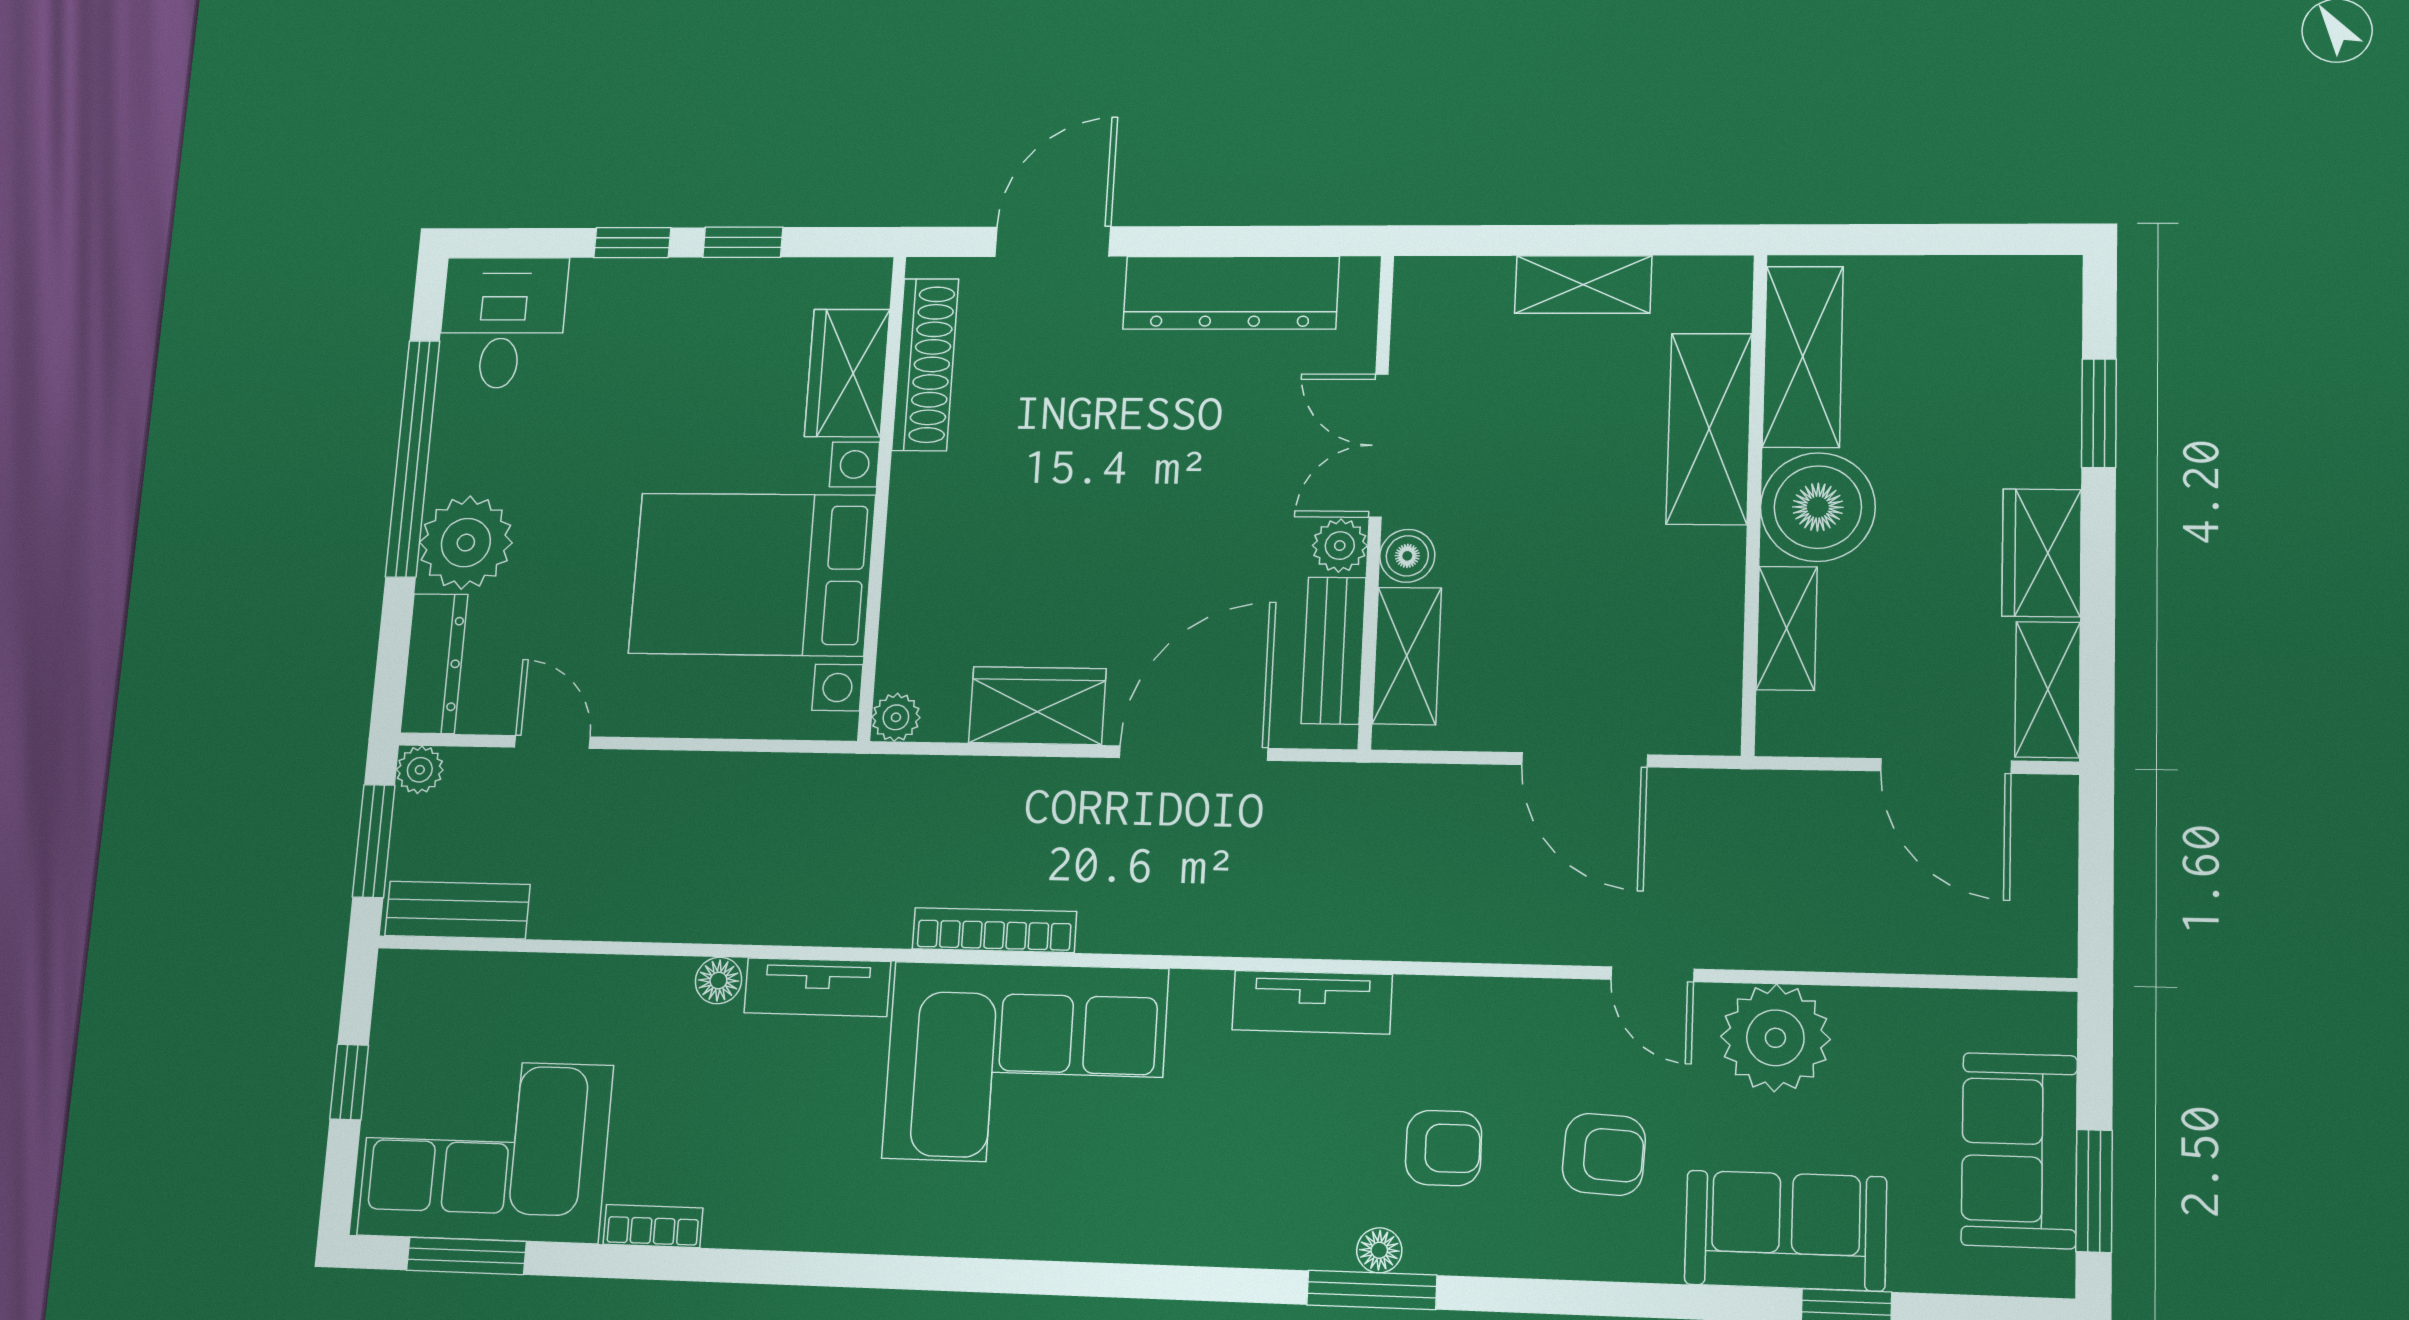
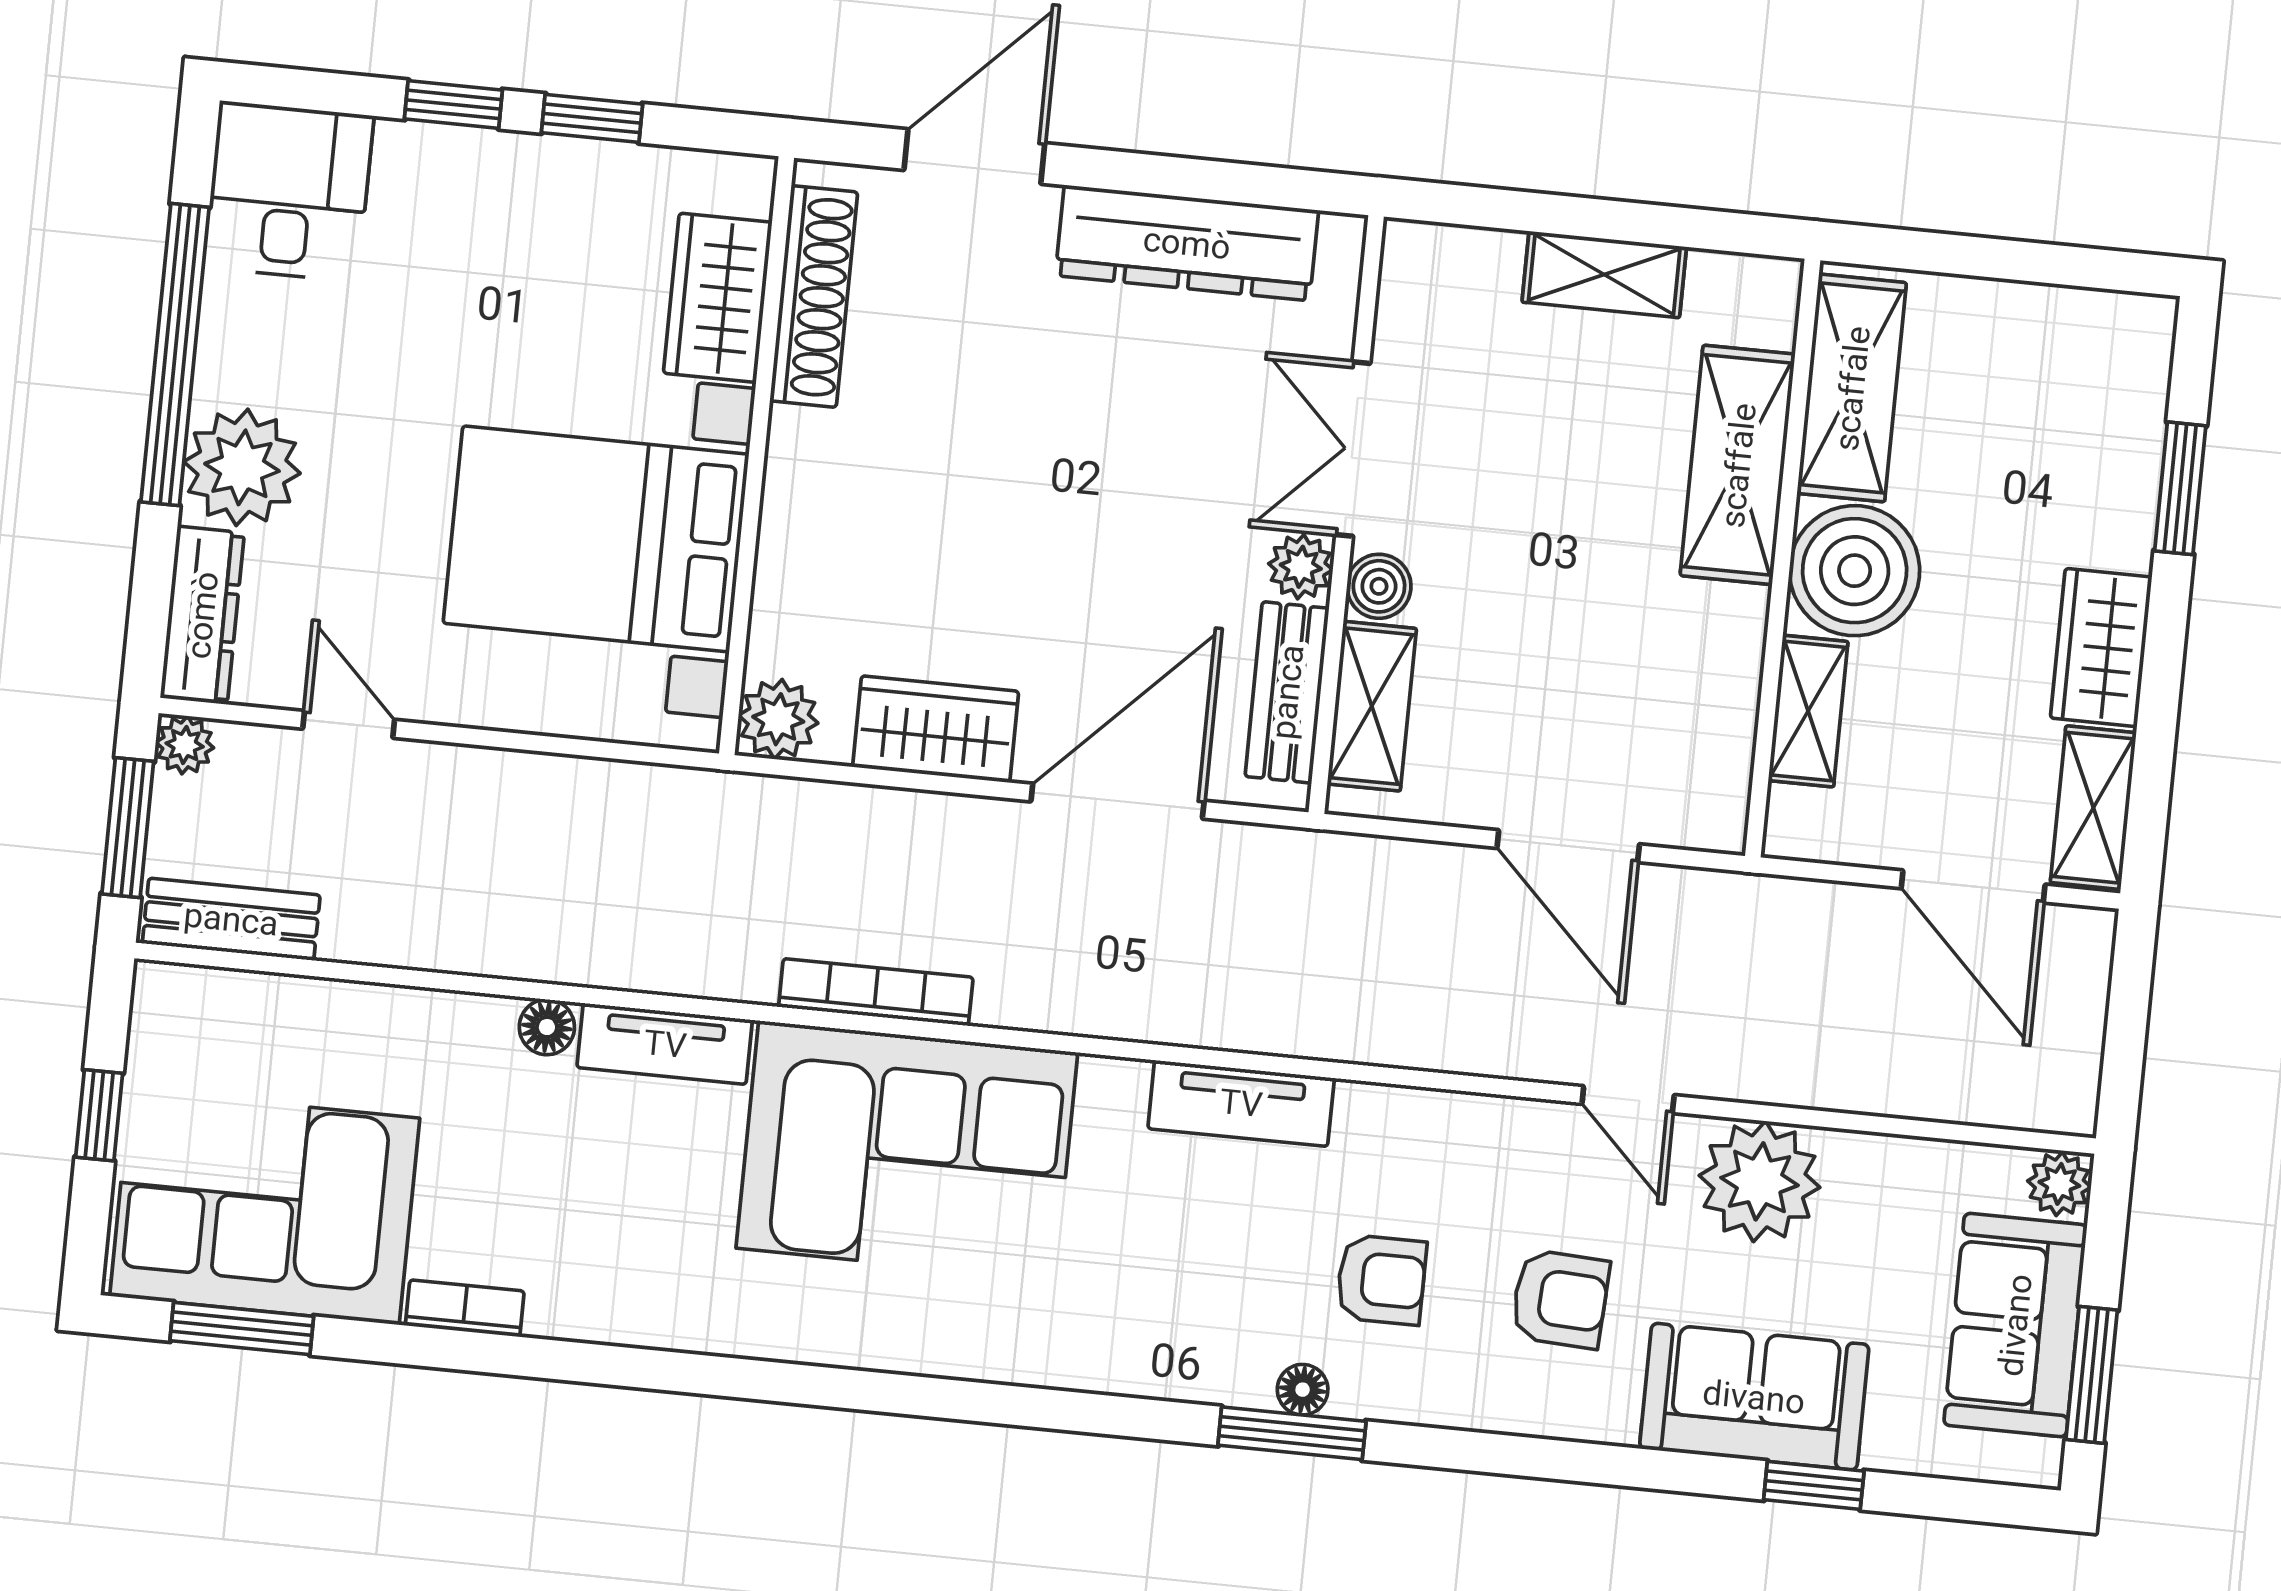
plant: (896, 717) -> (778, 719), width x1.38, depth x1.38
plant: (2048, 1021) -> (2059, 1184), added

